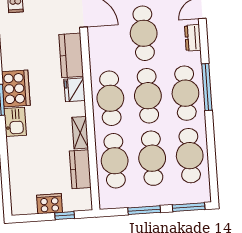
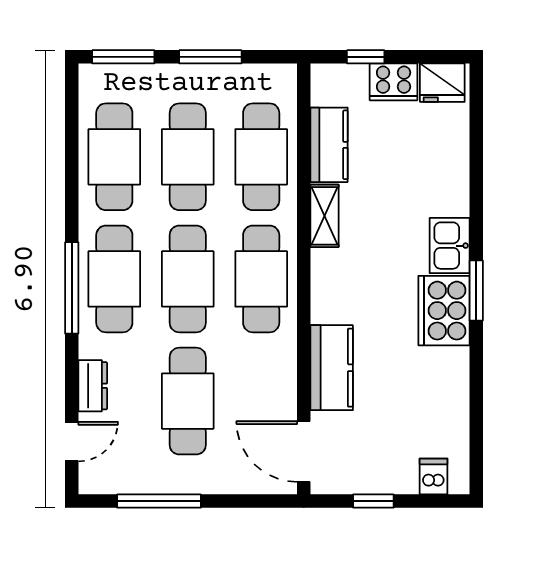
fridge: (75, 90) -> (442, 83), moved, turned 90

